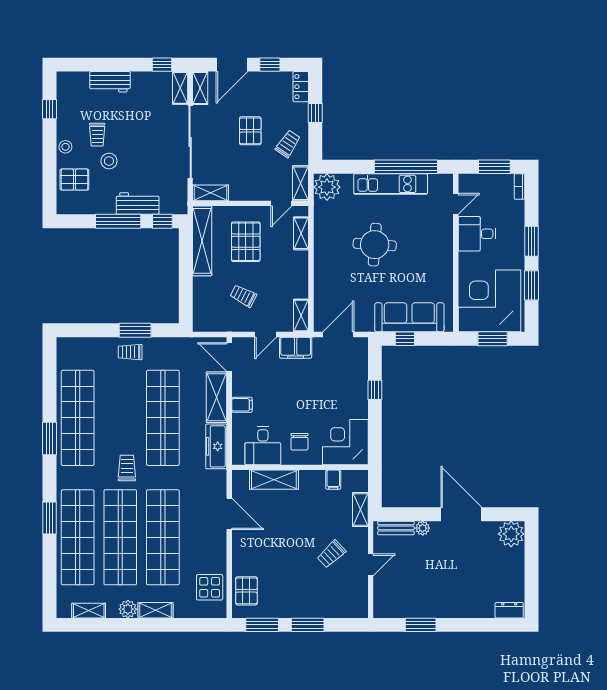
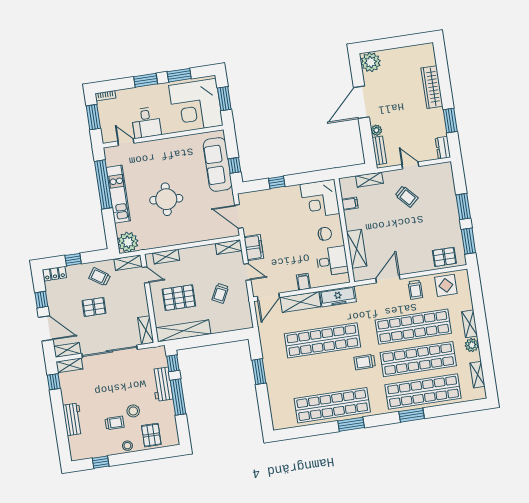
trolley: (130, 352) -> (415, 290), moved
wardrobe: (467, 608) -> (432, 87), added
dresser: (509, 610) -> (443, 148), moved

